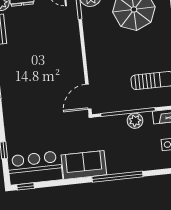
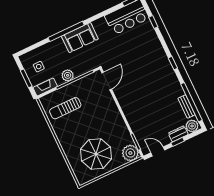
sofa: (84, 165) -> (80, 38), moved

